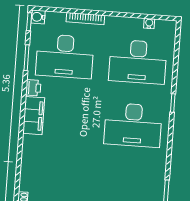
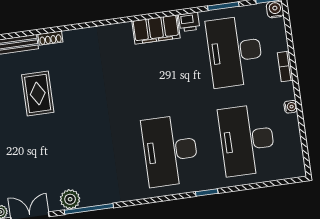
bookcase: (85, 19) -> (285, 66), width x0.64
water cooler: (149, 23) -> (291, 107), moved

